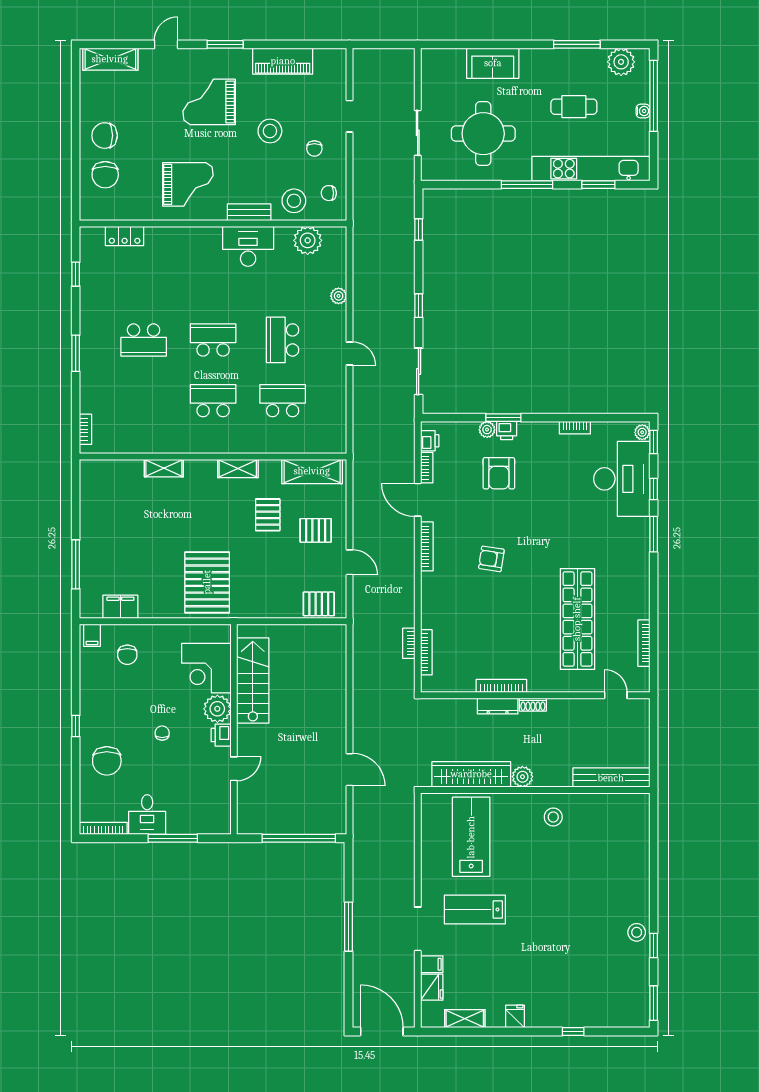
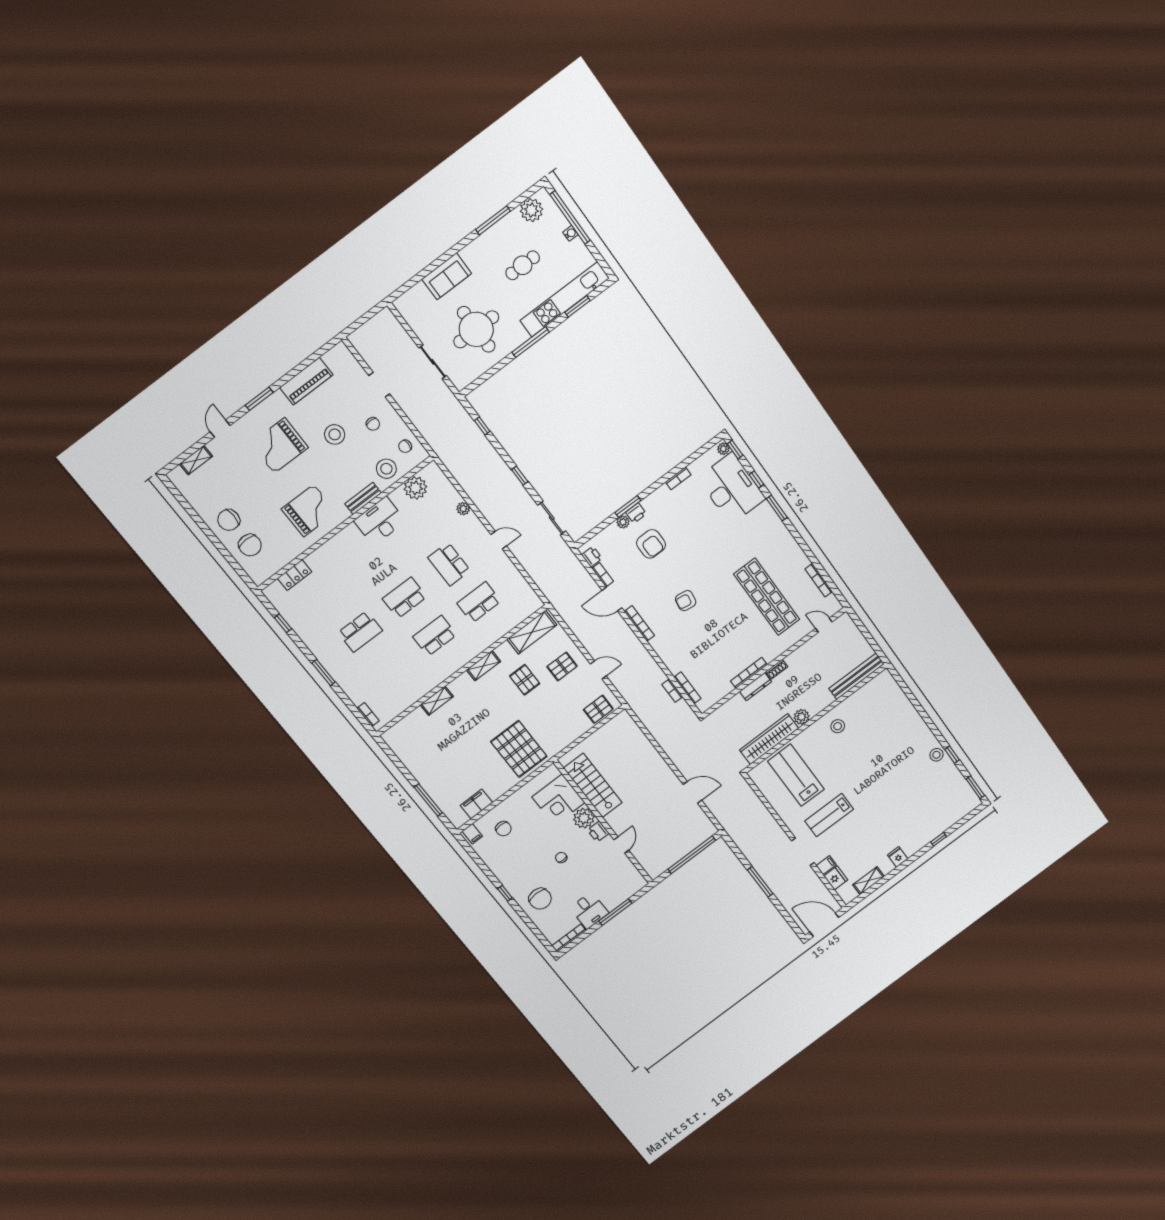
shelving: (110, 59) -> (196, 460), width x0.67, depth x0.75

